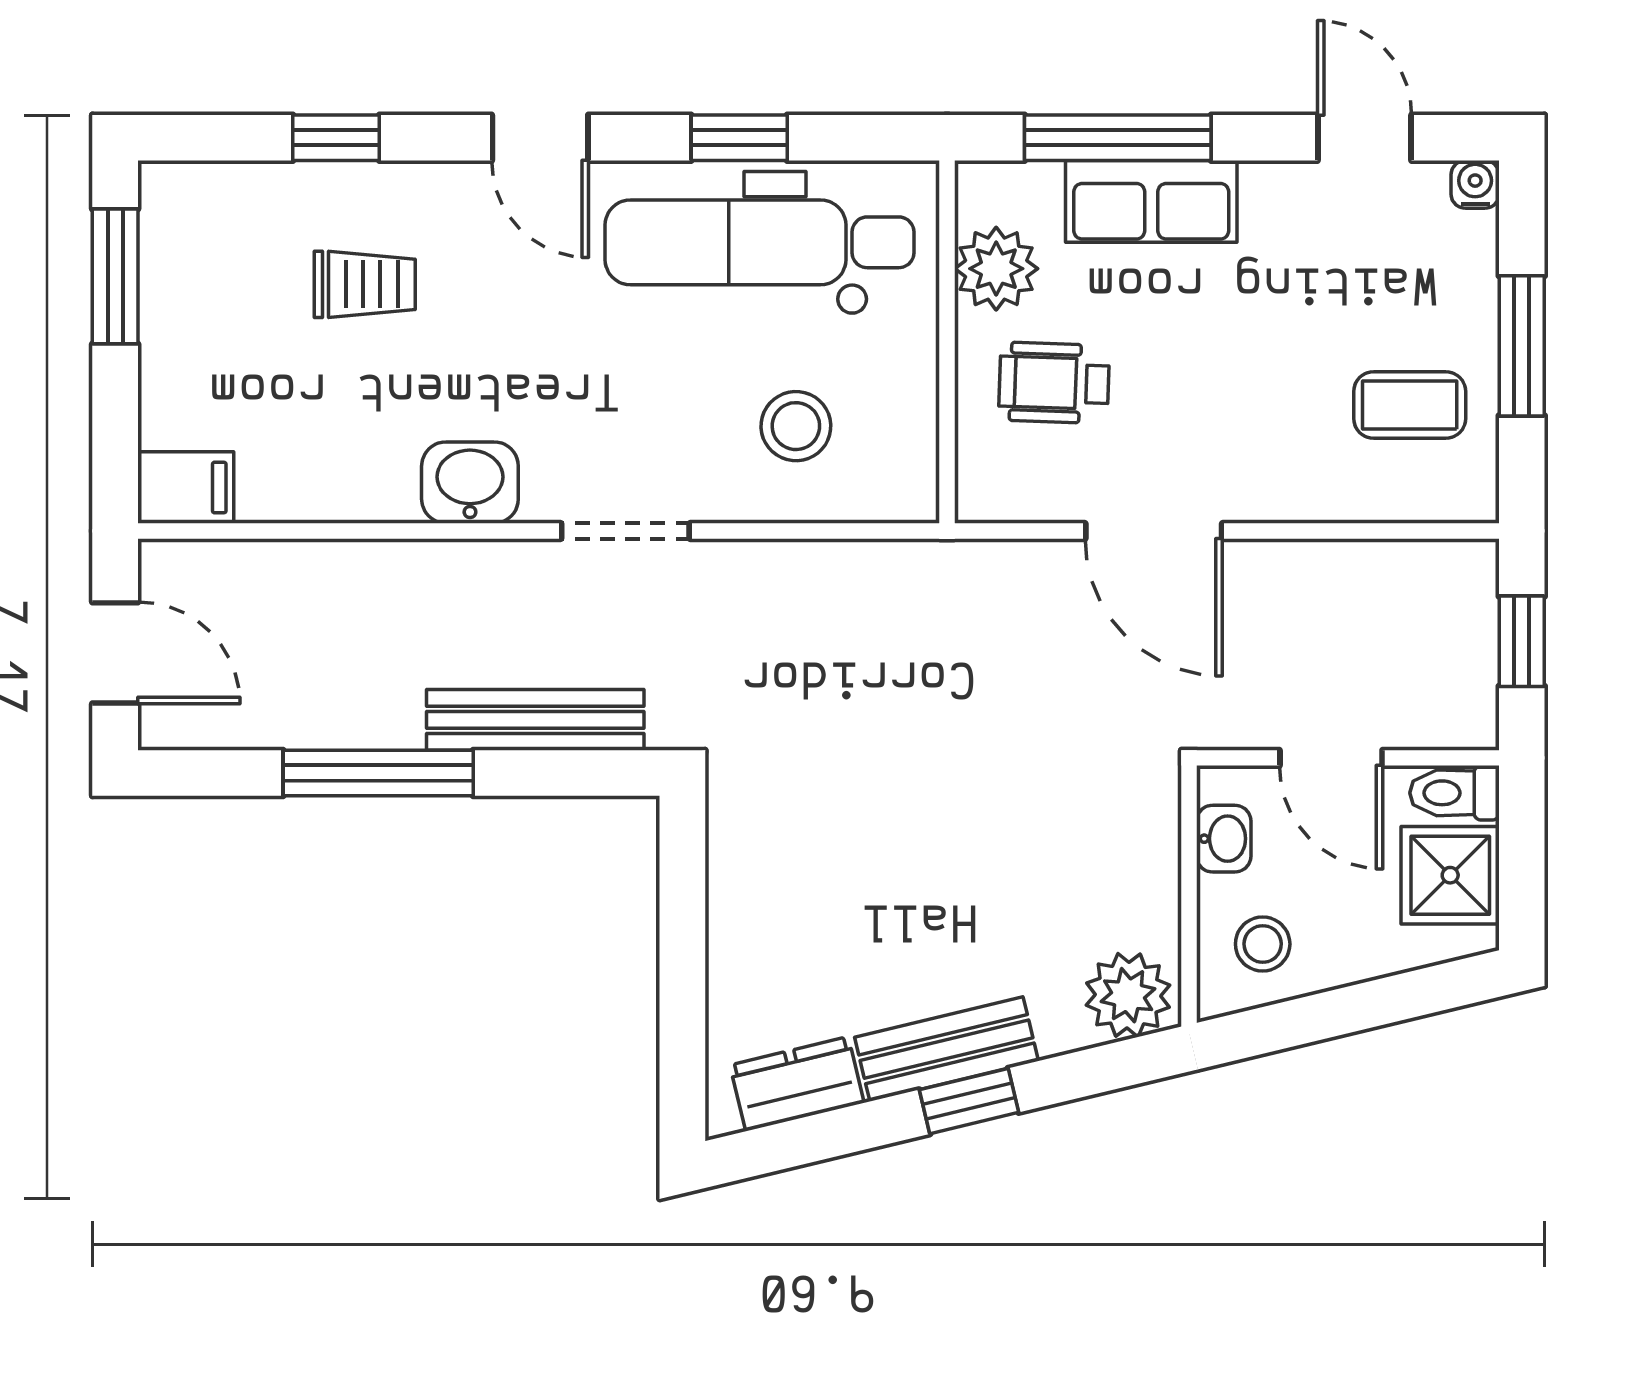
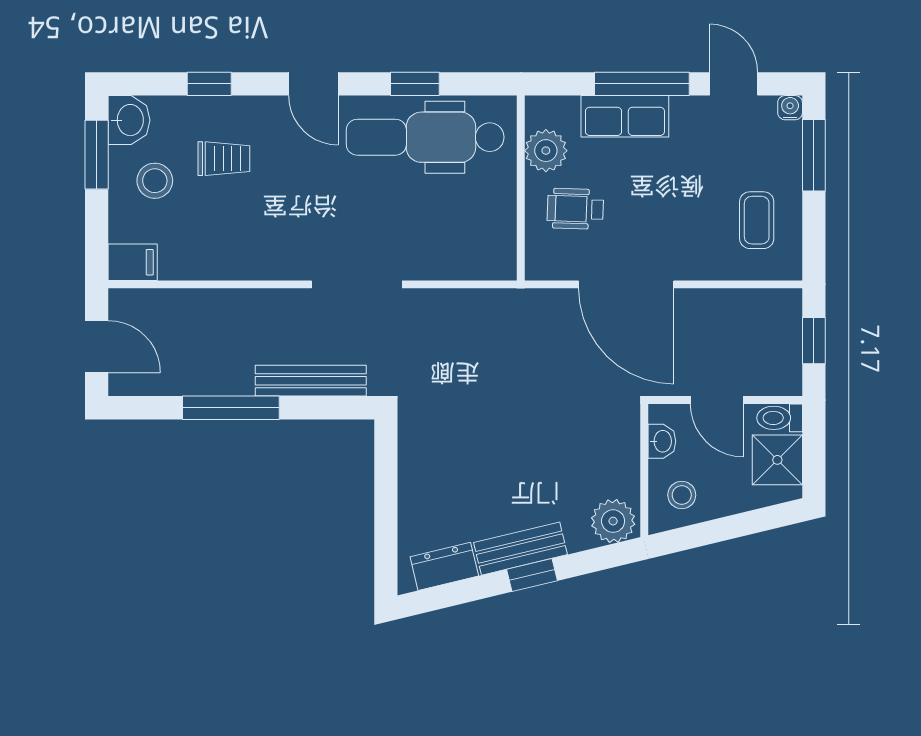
window: (1118, 138) -> (642, 84), moved
window: (1522, 346) -> (814, 155), moved
coffee table: (1410, 405) -> (757, 220), turned 90
stool: (796, 426) -> (155, 181), moved
washbasin: (470, 483) -> (129, 120), moved, turned 90
doorway: (625, 531) -> (357, 284), width x1.38
door: (1154, 531) -> (626, 284), width x1.36

